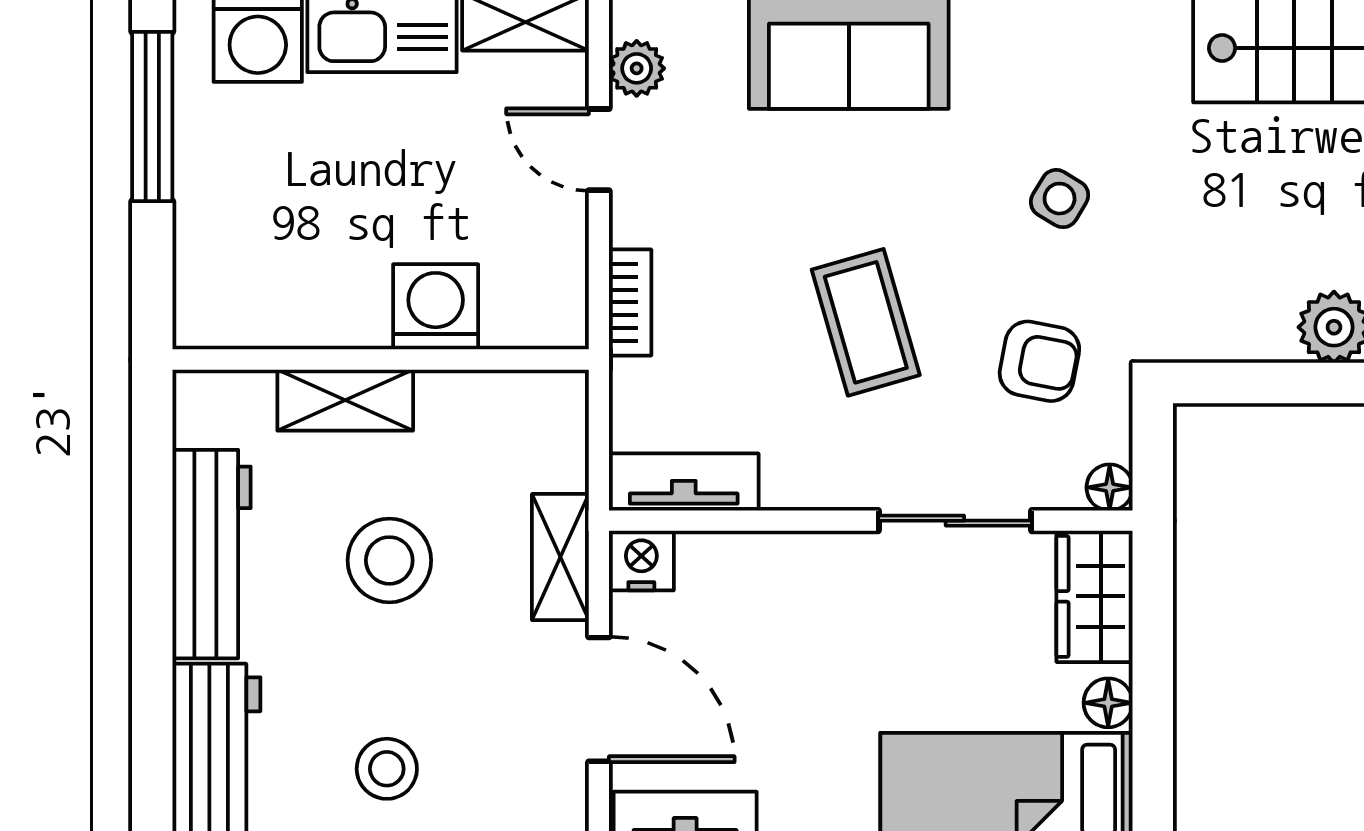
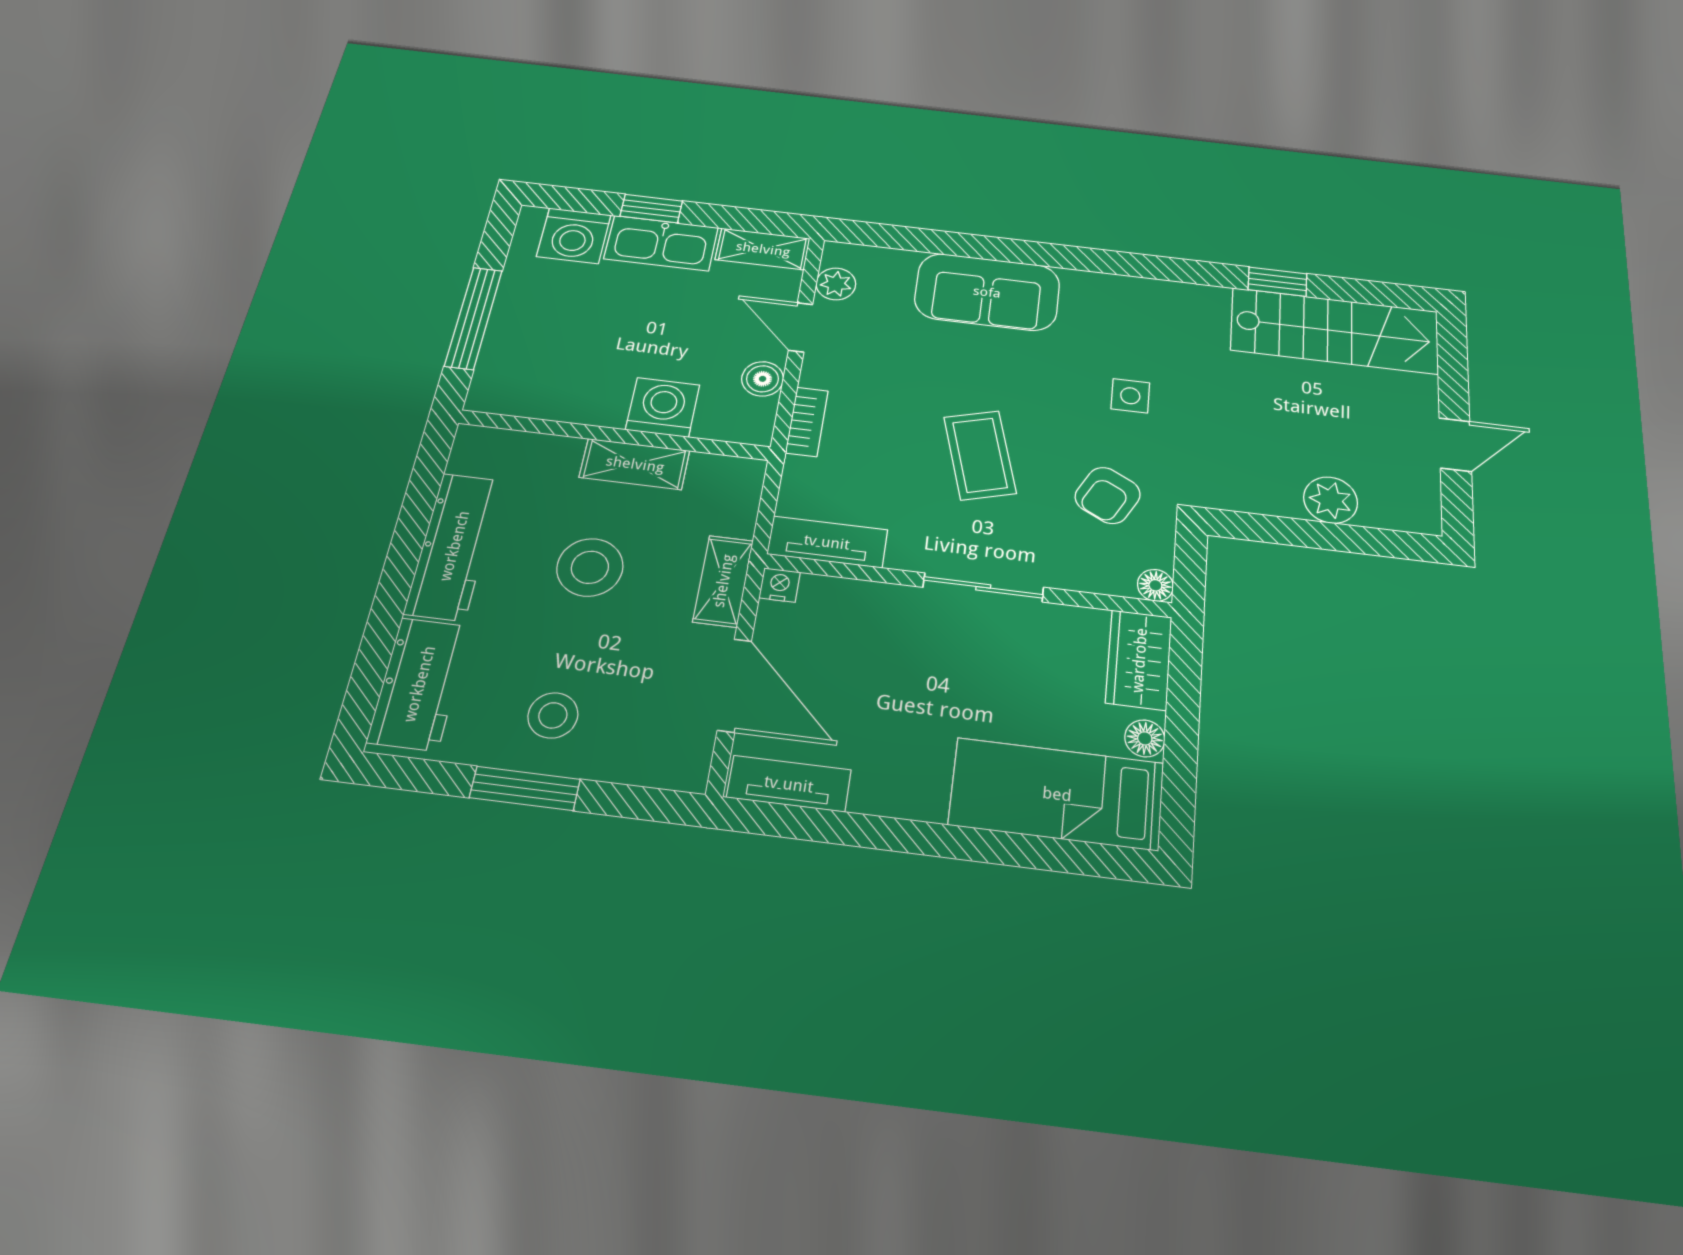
window: (152, 116) -> (473, 318), moved
side table: (1060, 199) -> (1130, 396), turned -31
boiler: (561, 242) -> (763, 379), added
armchair: (1039, 361) -> (1108, 495), turned 107
shelving: (345, 400) -> (635, 464), moved
sliding door: (955, 521) -> (983, 587), moved
nightstand: (641, 561) -> (780, 585), width x0.72, depth x0.74

